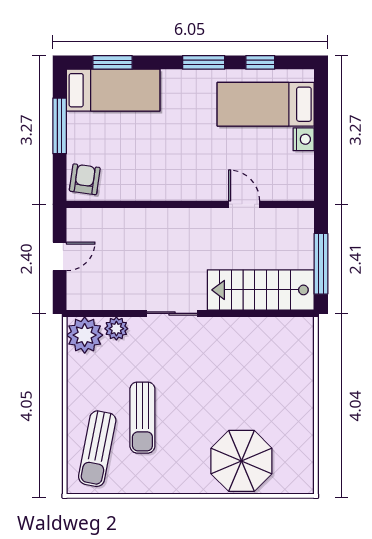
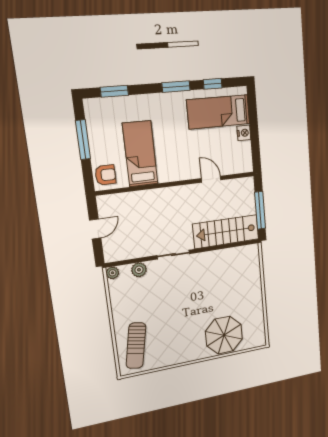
bed: (113, 90) -> (140, 154), moved, turned -90
armchair: (85, 179) -> (105, 175), turned 82
plant: (85, 335) -> (113, 273), width x0.53, depth x0.53
sun lounger: (142, 418) -> (162, 321), removed

